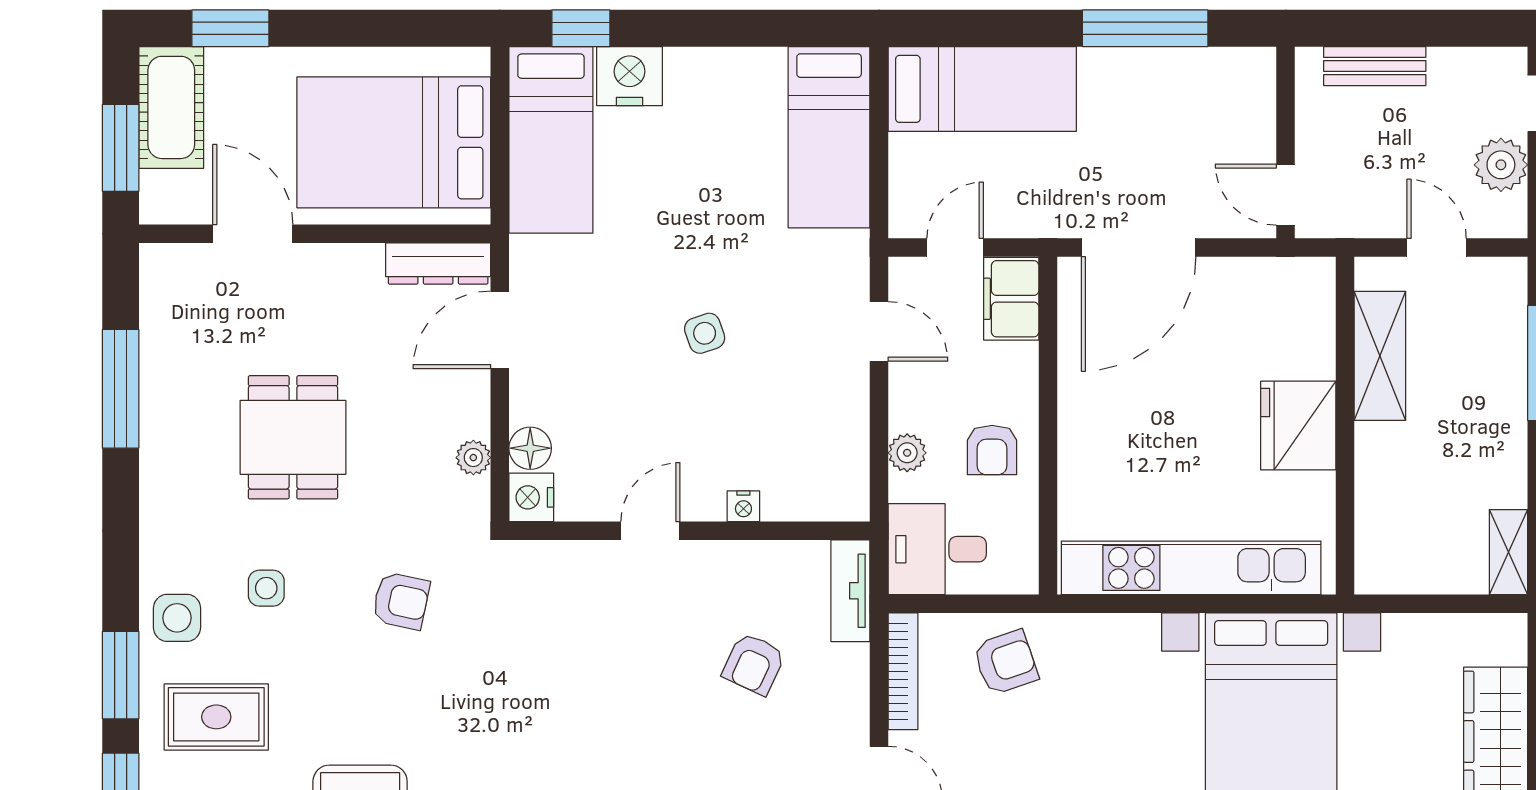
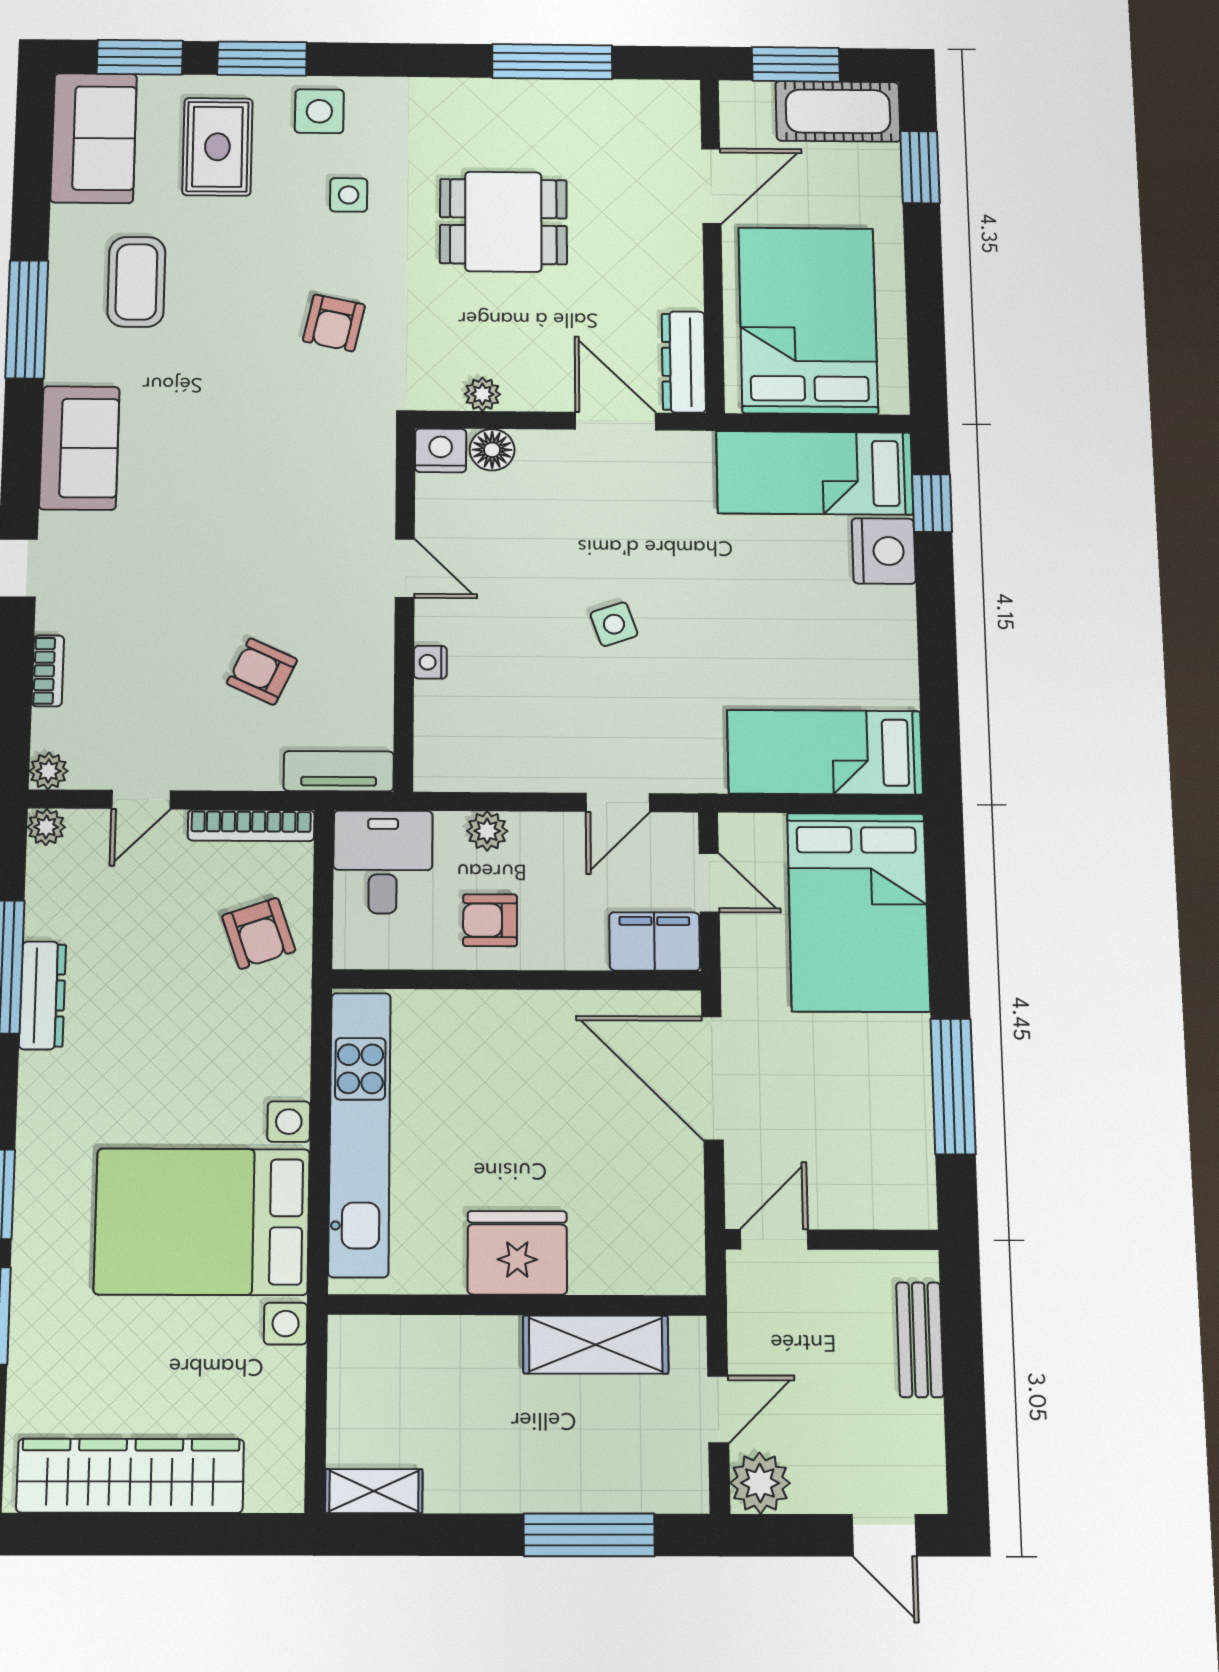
bed: (982, 89) -> (858, 912), width x1.50
plant: (1501, 165) -> (760, 1483), moved

